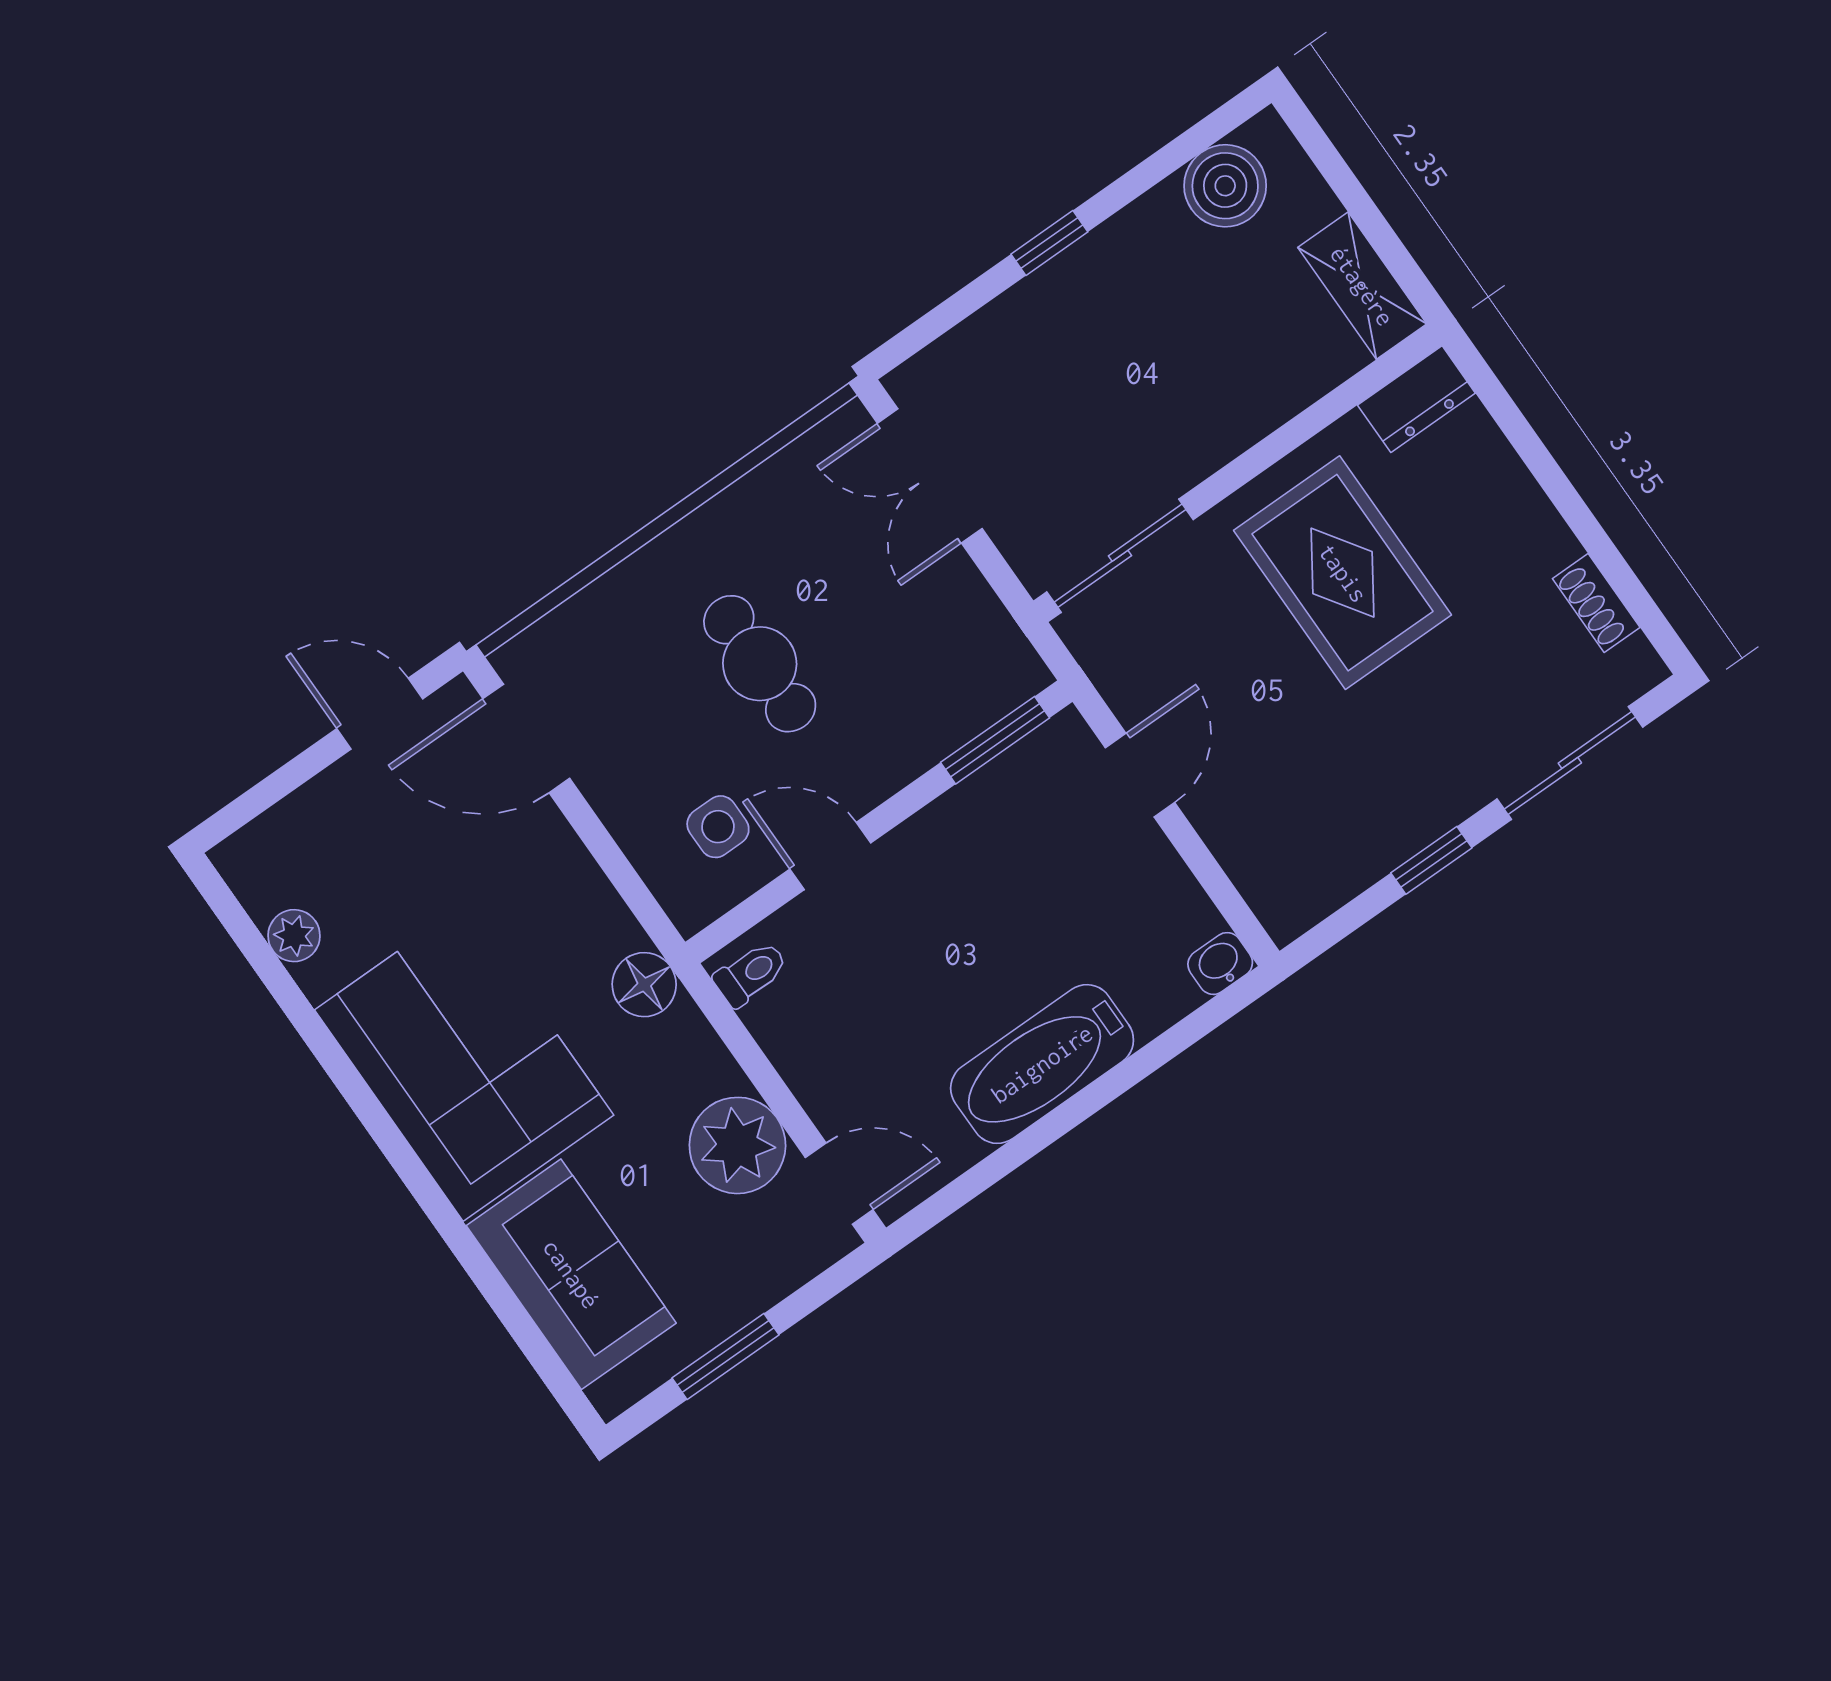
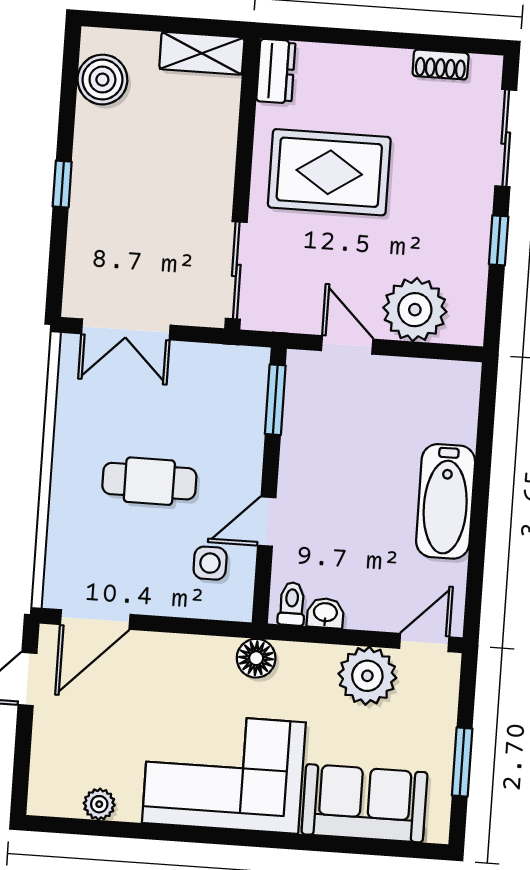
plant: (1256, 825) -> (415, 310), added
washbasin: (1220, 964) -> (325, 613), moved, turned 90

